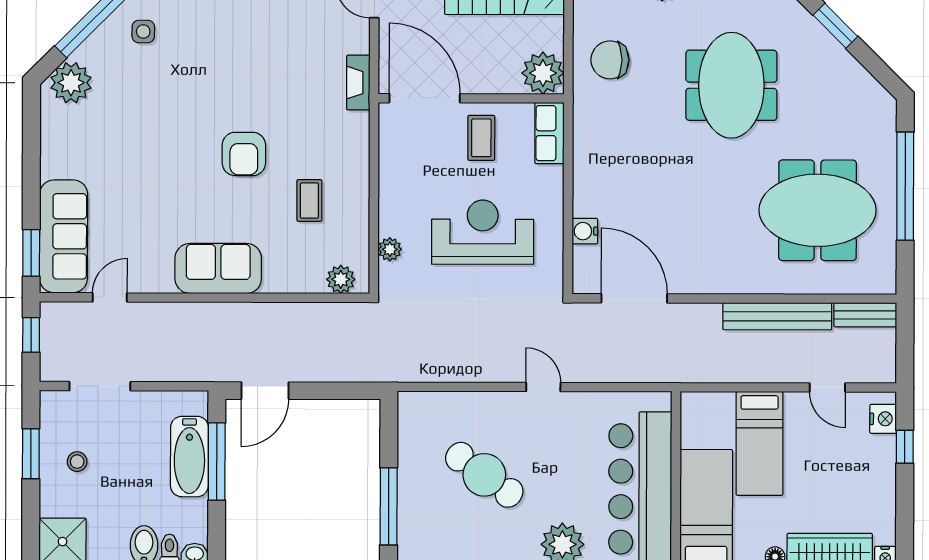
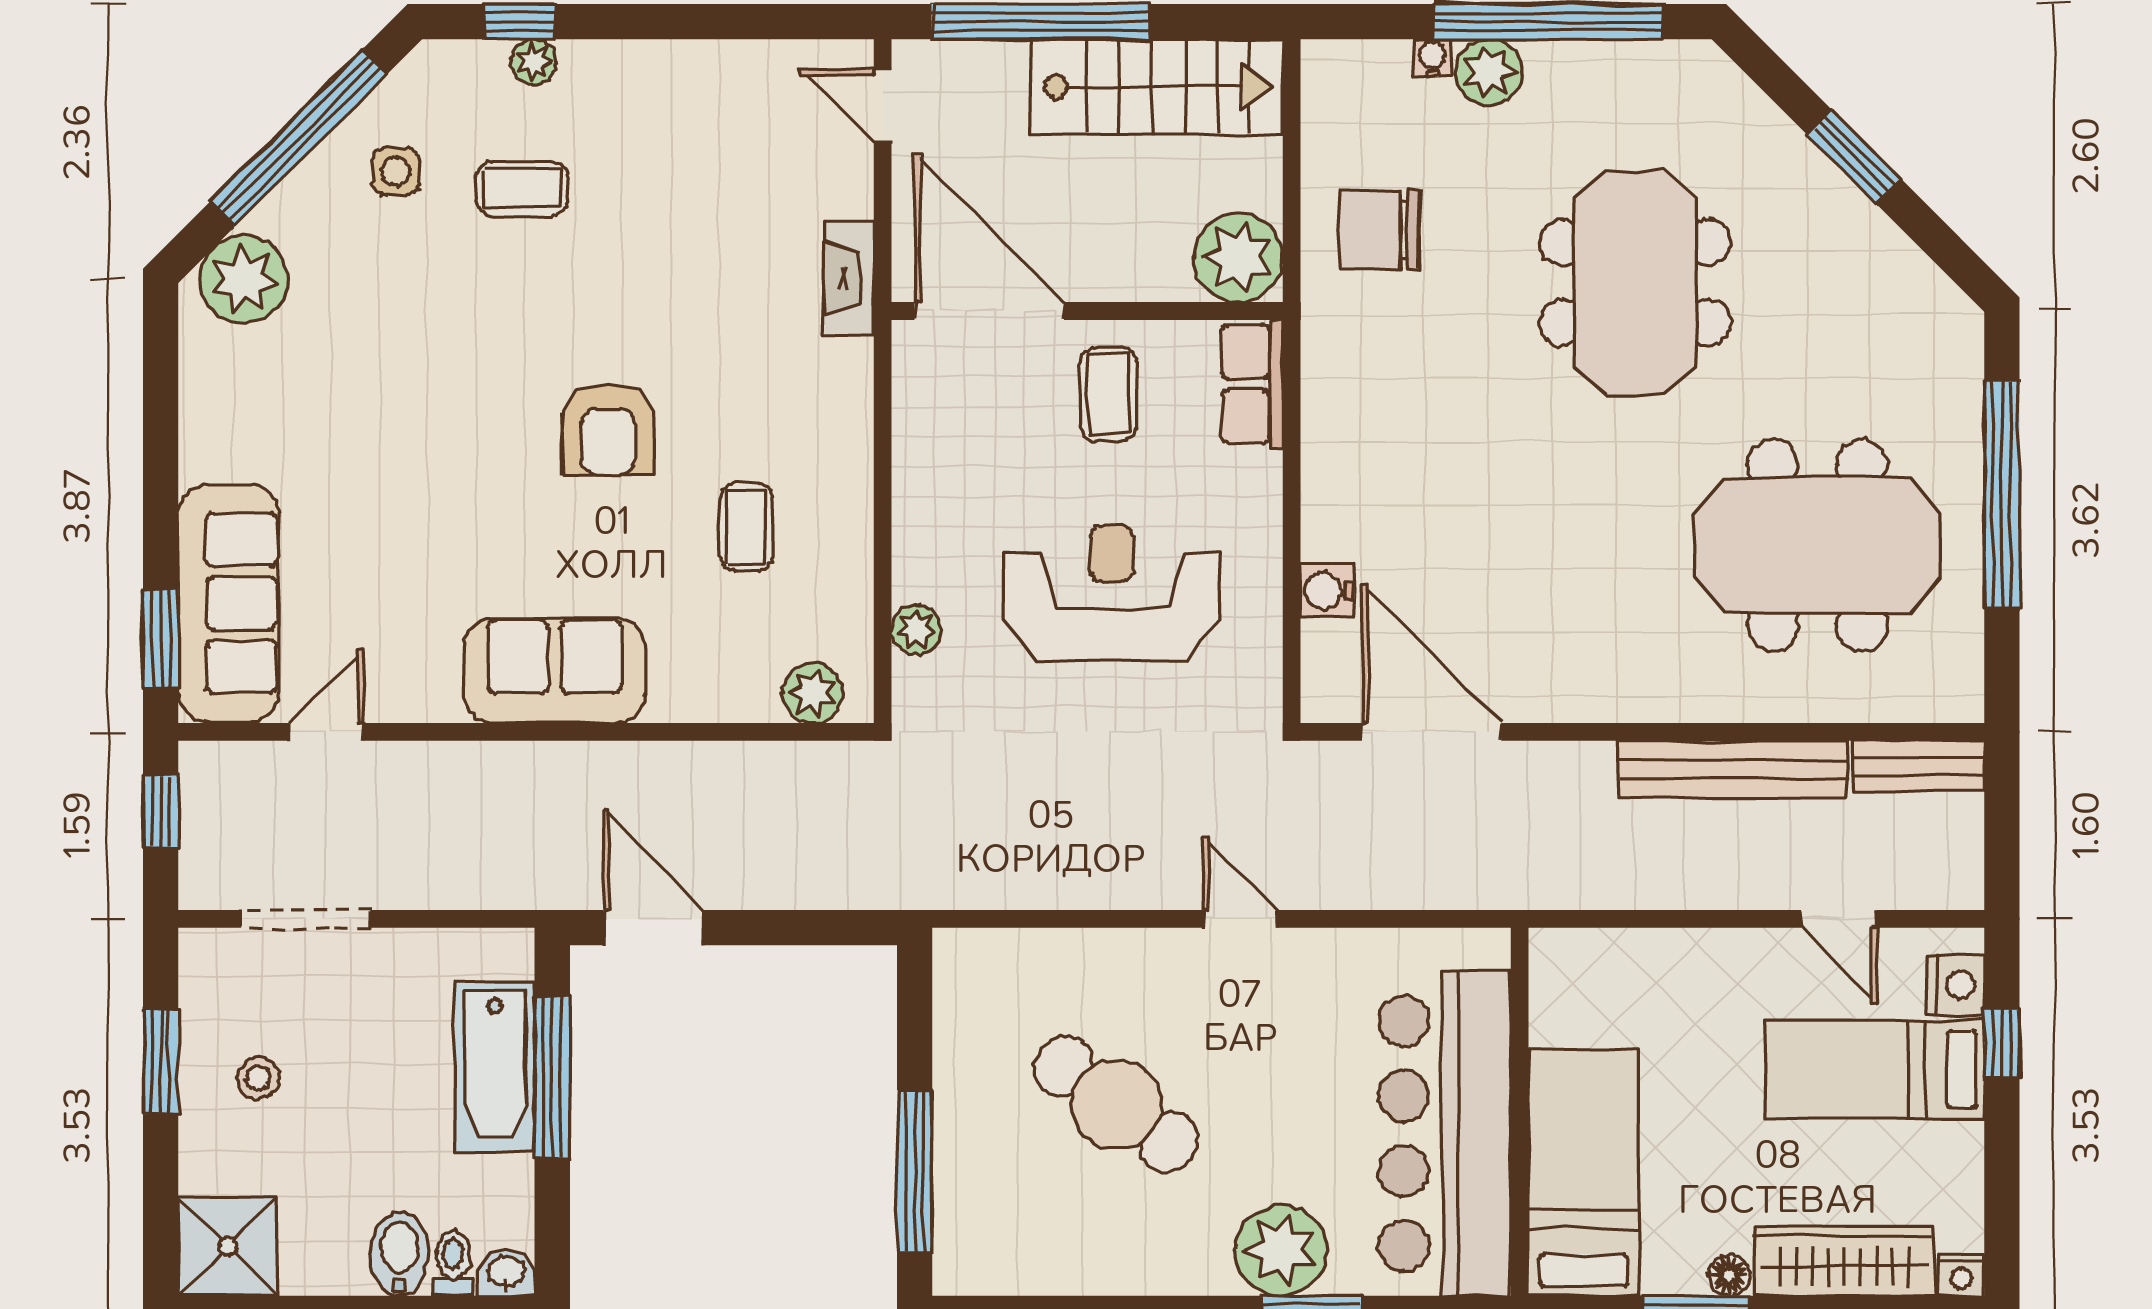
coffee table: (203, 40) -> (522, 189), added
door: (265, 391) -> (654, 928), swing flipped
bed: (760, 443) -> (1875, 1069), moved, turned 90

